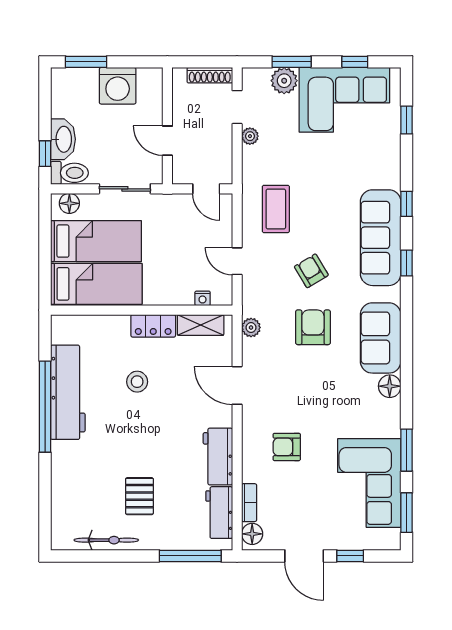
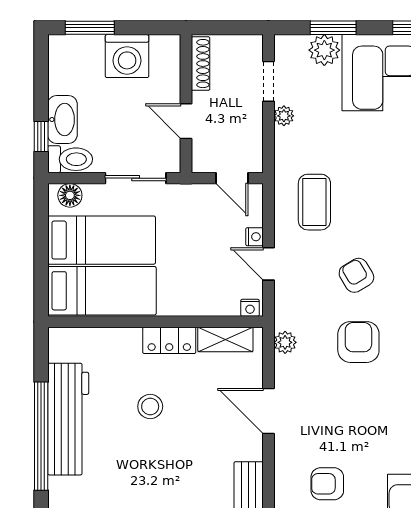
shoe rack: (210, 75) -> (201, 64), moved, turned -90
nightstand: (225, 238) -> (255, 237), added
nightstand: (203, 298) -> (250, 308), moved

